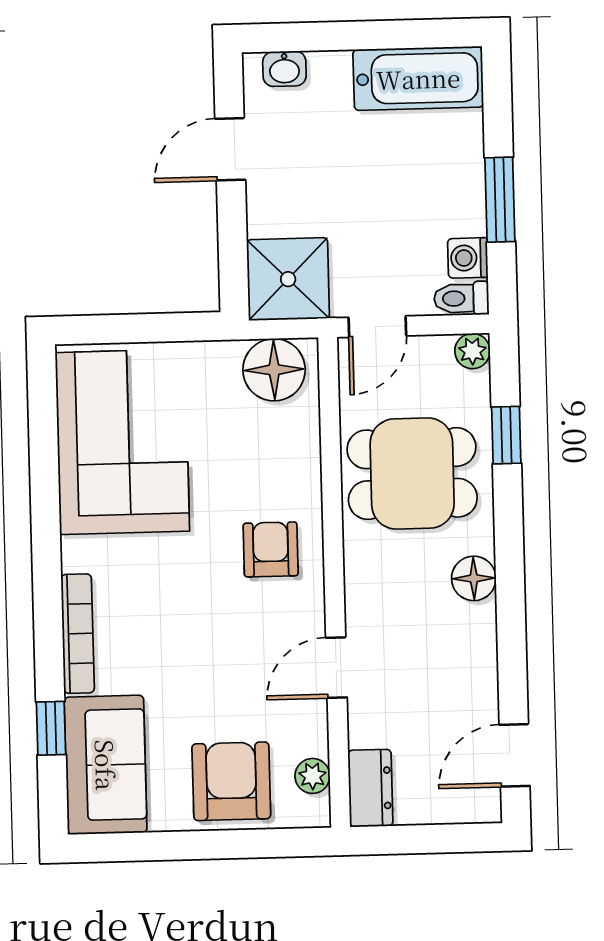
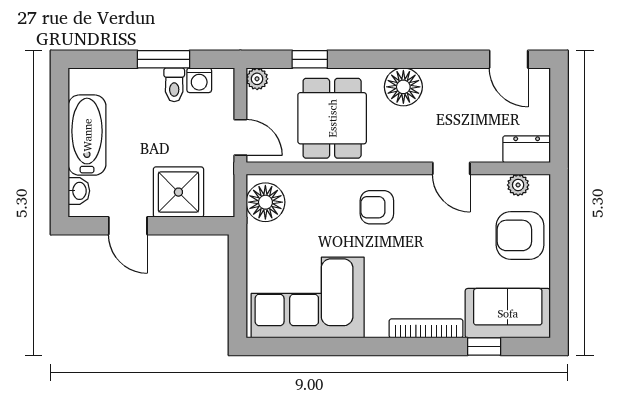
bathtub: (418, 78) -> (87, 135), moved
shower: (288, 279) -> (178, 192), moved
toilet: (461, 298) -> (174, 85), moved
floor lamp: (474, 578) -> (403, 87), width x1.38, depth x1.38

